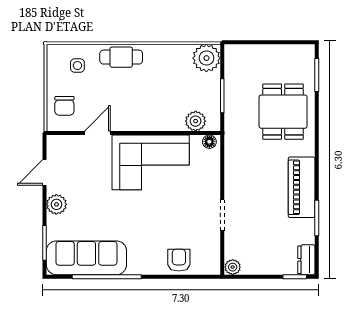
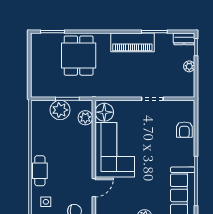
plant: (206, 58) -> (60, 110), moved
dining table: (283, 112) -> (79, 56), turned 90
door: (97, 133) -> (94, 188), swing flipped
floor lamp: (209, 142) -> (104, 112), width x1.89, depth x1.89
armchair: (179, 260) -> (184, 130), turned -90
plant: (233, 267) -> (189, 66), moved

